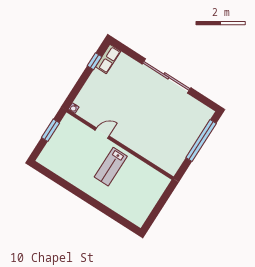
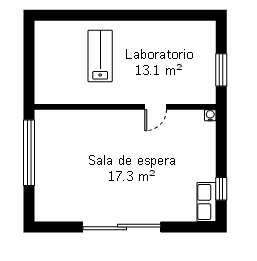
window: (201, 141) -> (29, 153), moved
lab bench: (111, 167) -> (100, 56), moved

